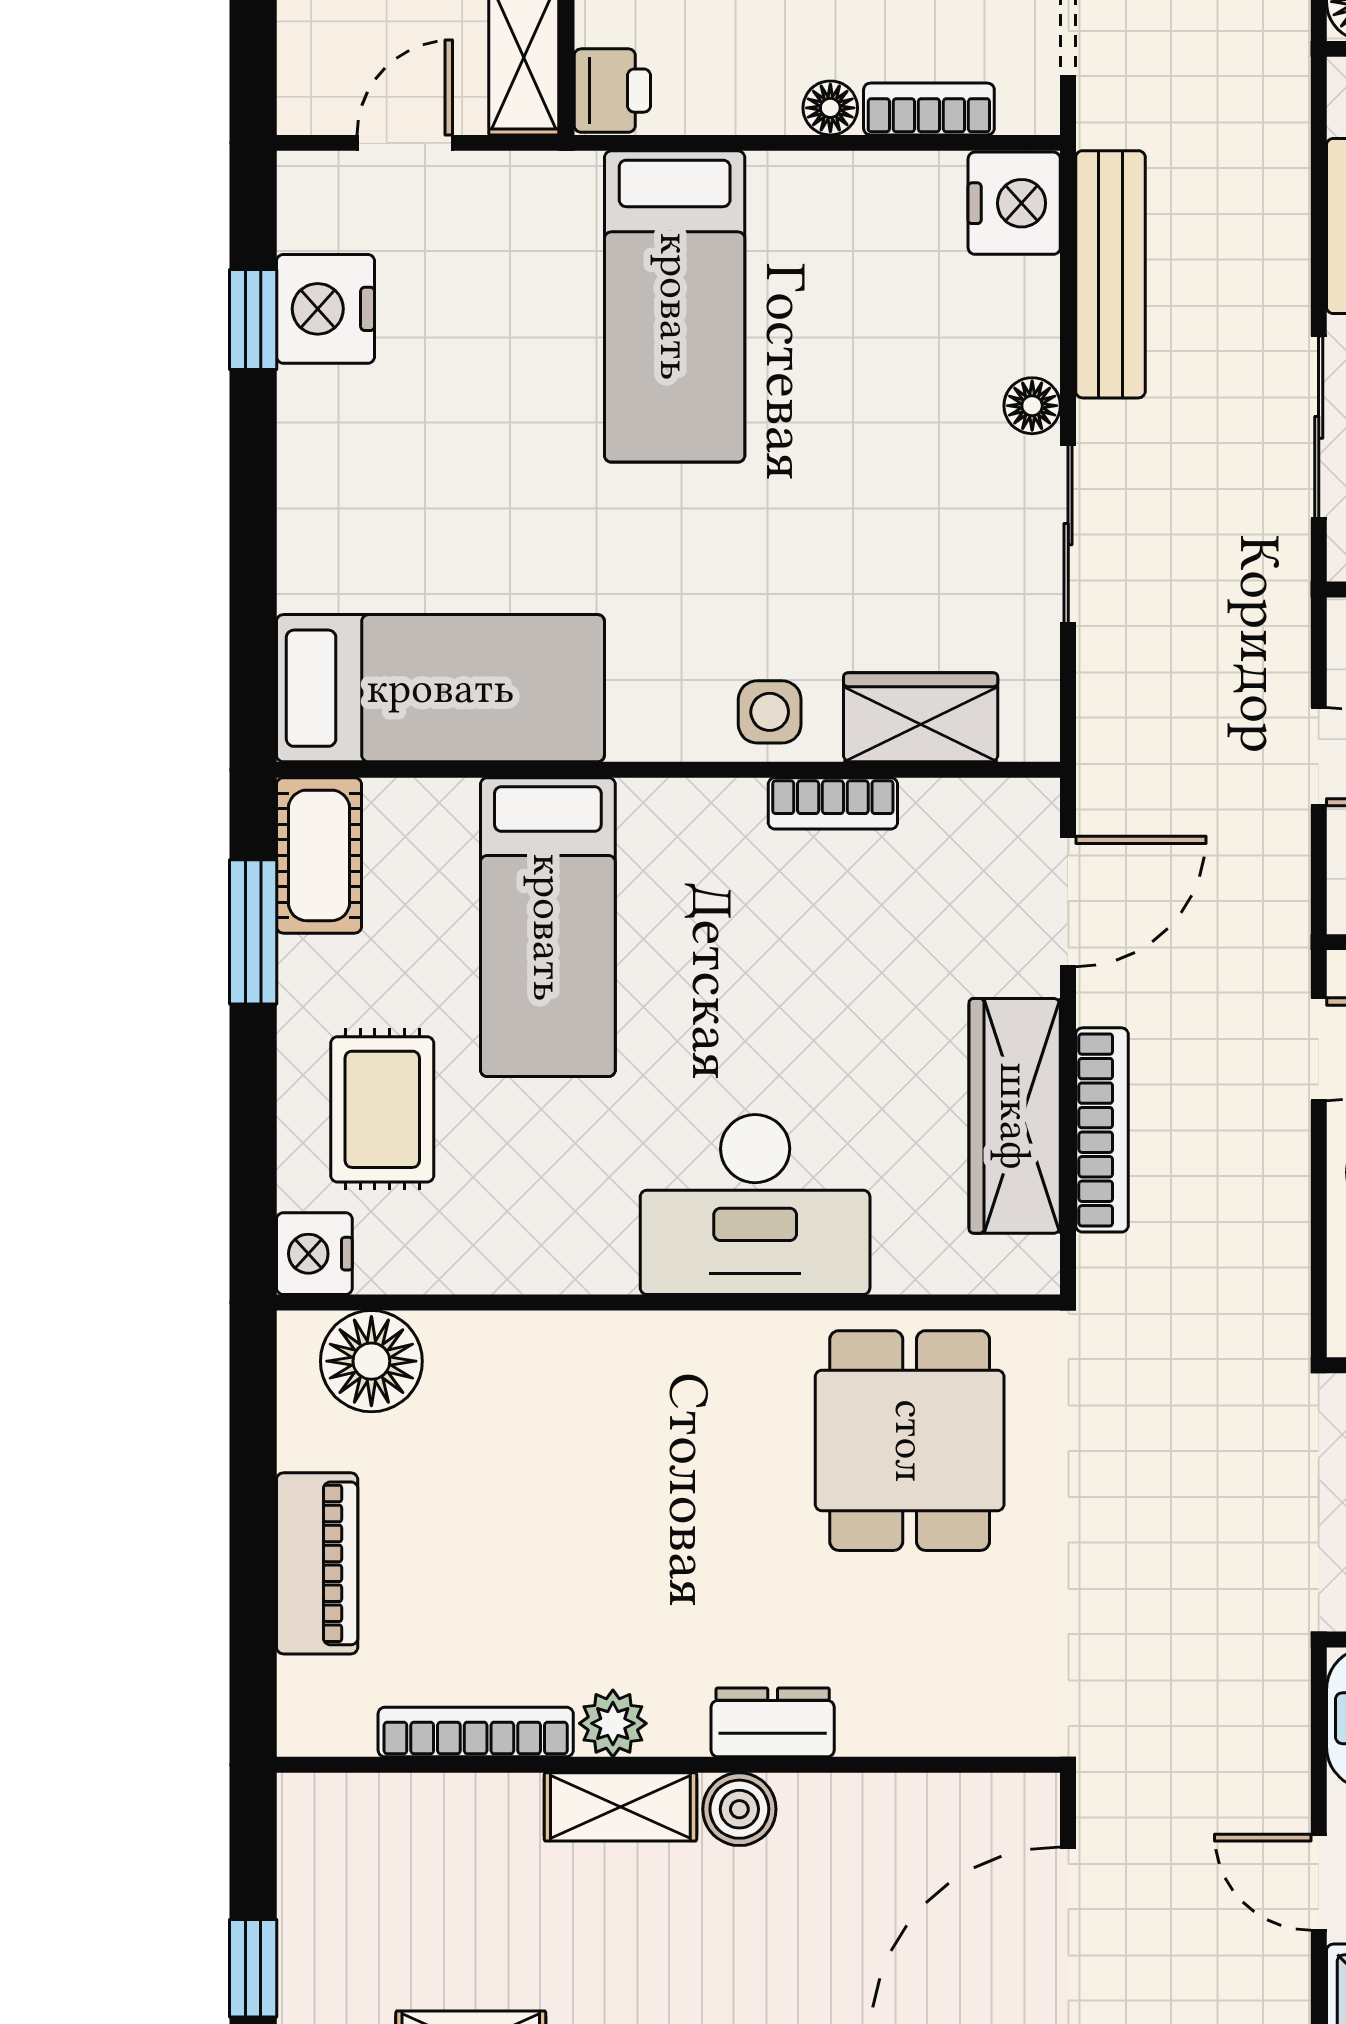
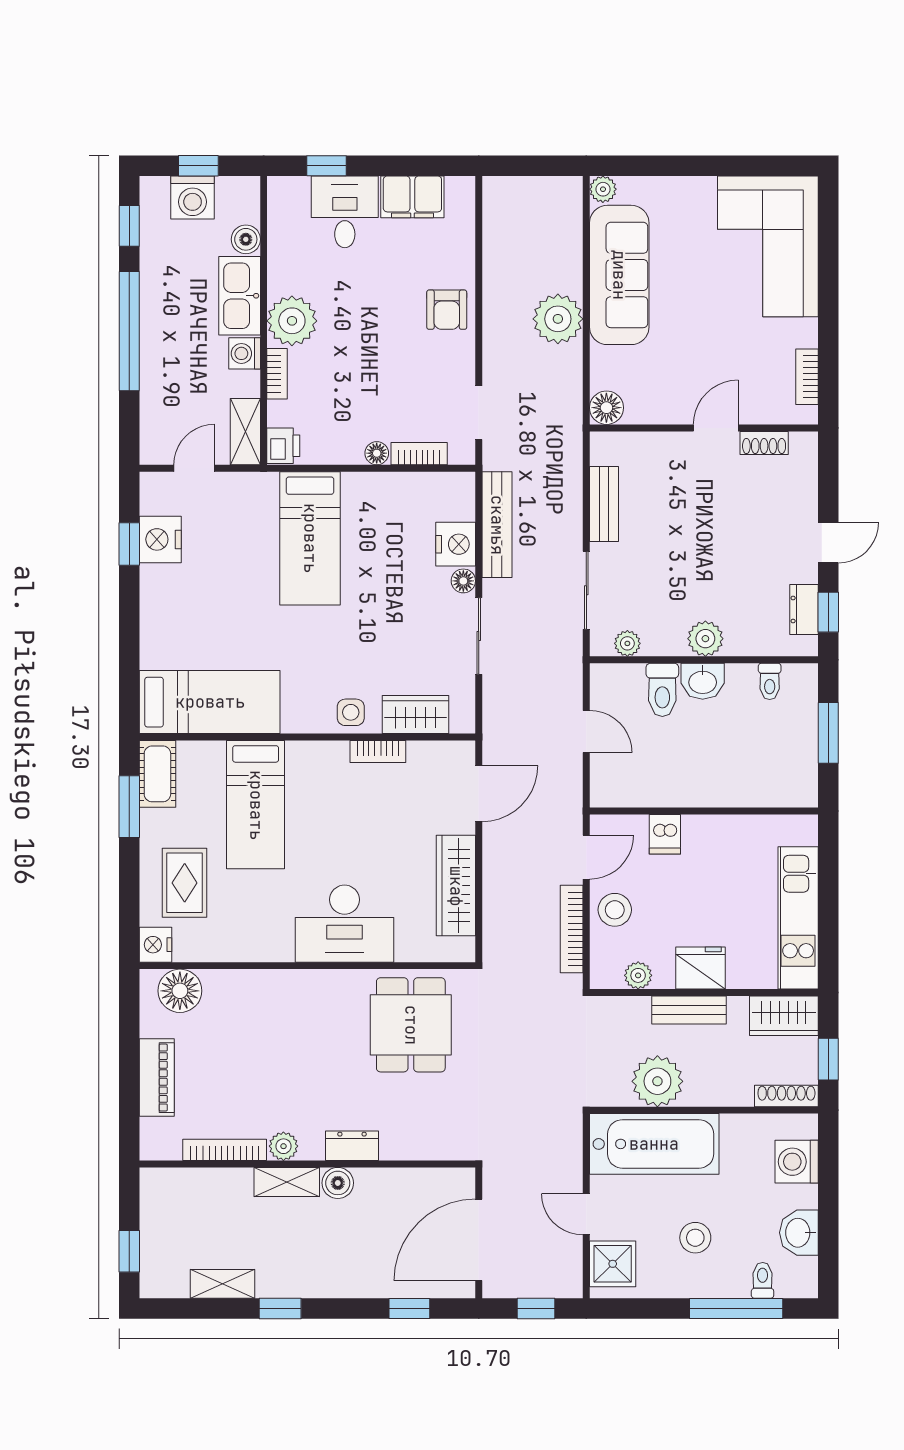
nightstand: (1014, 203) -> (456, 544), moved
bookcase: (1102, 1130) -> (572, 929), moved, turned 180

